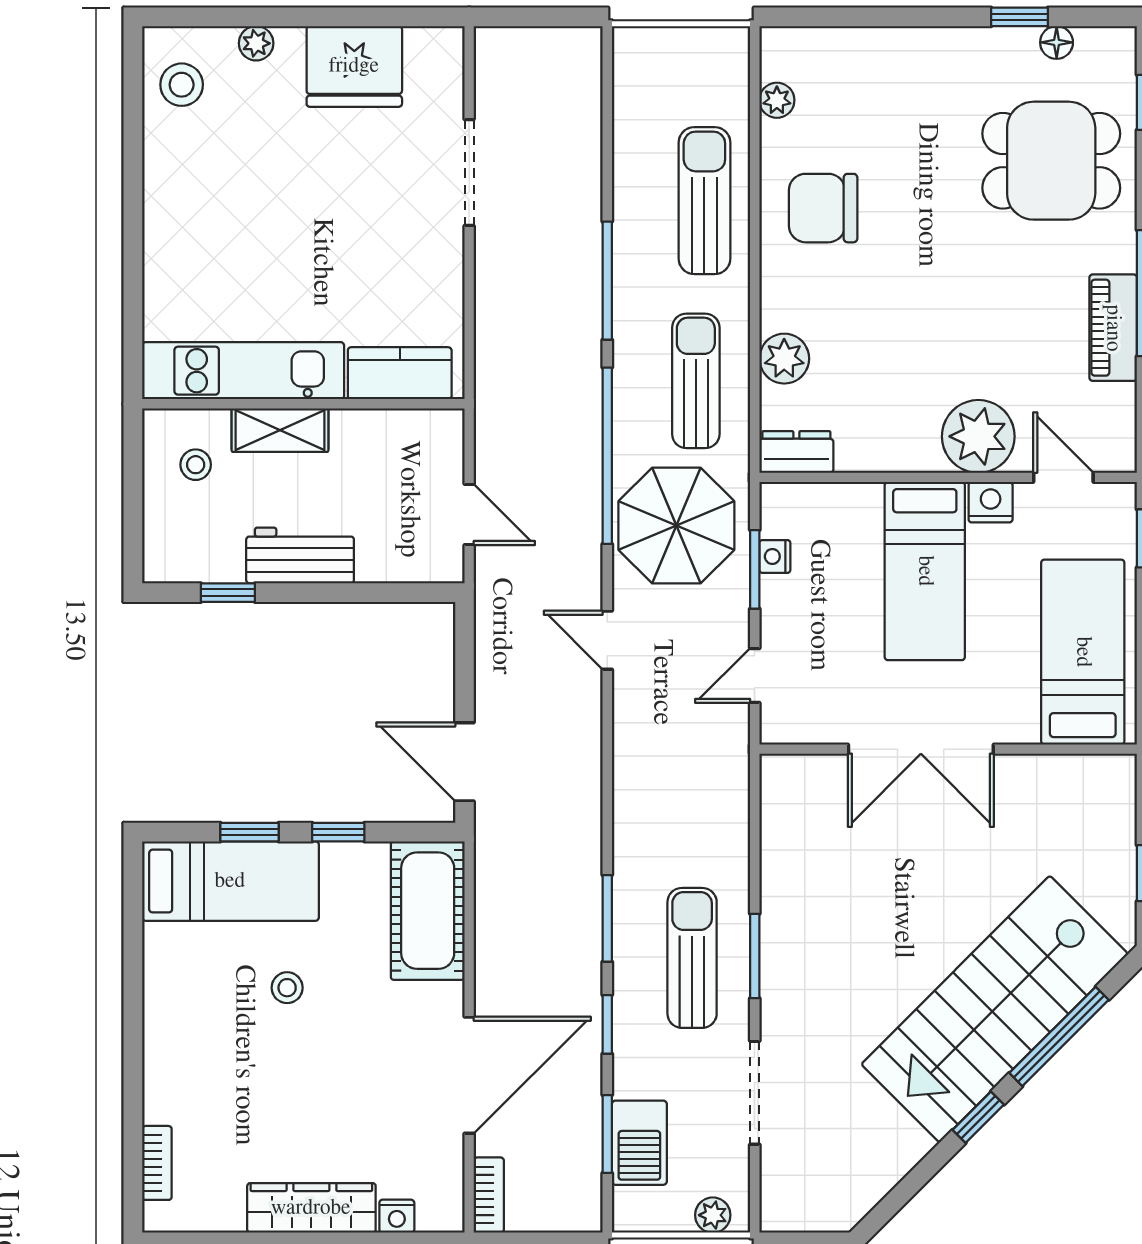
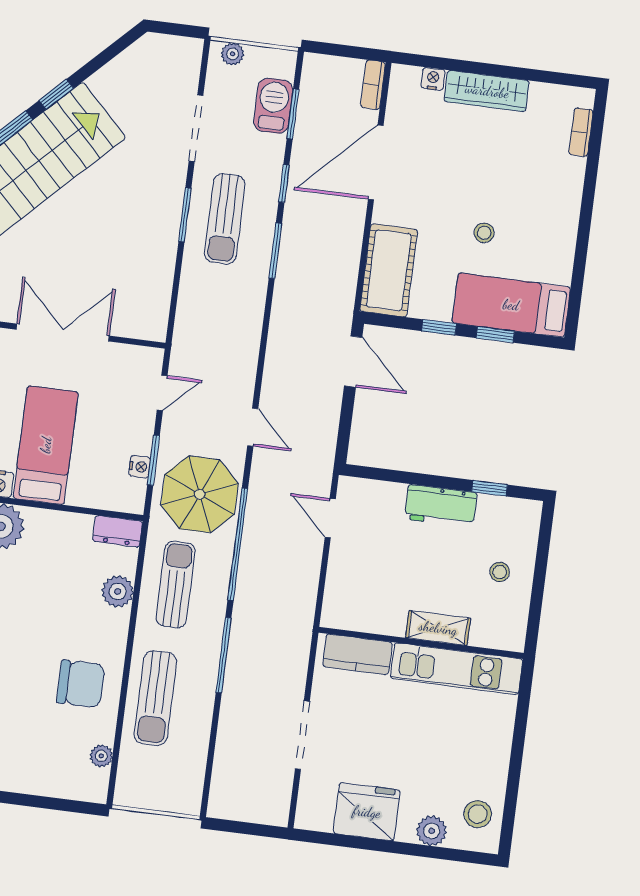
plant: (256, 43) -> (432, 831), width x1.38, depth x1.38
kitchen unit: (243, 371) -> (457, 669), moved
kitchen counter: (400, 373) -> (358, 654), moved
sun lounger: (696, 381) -> (176, 584), turned 180
wall: (303, 404) -> (421, 643), moved
shelving: (280, 430) -> (438, 628), moved

